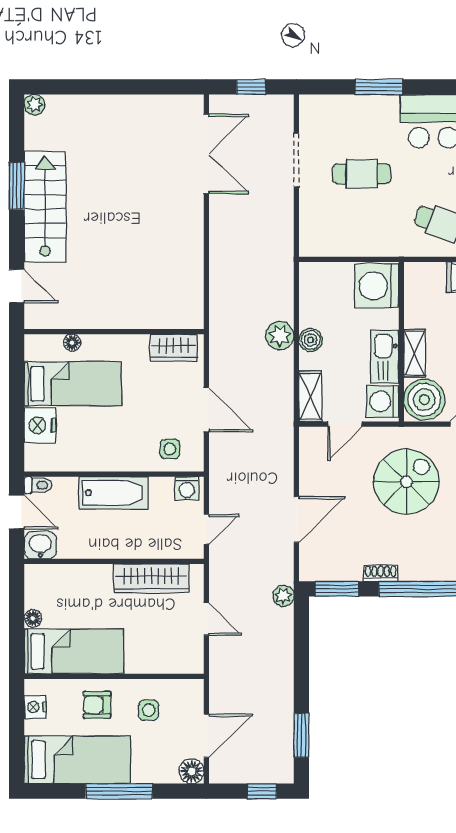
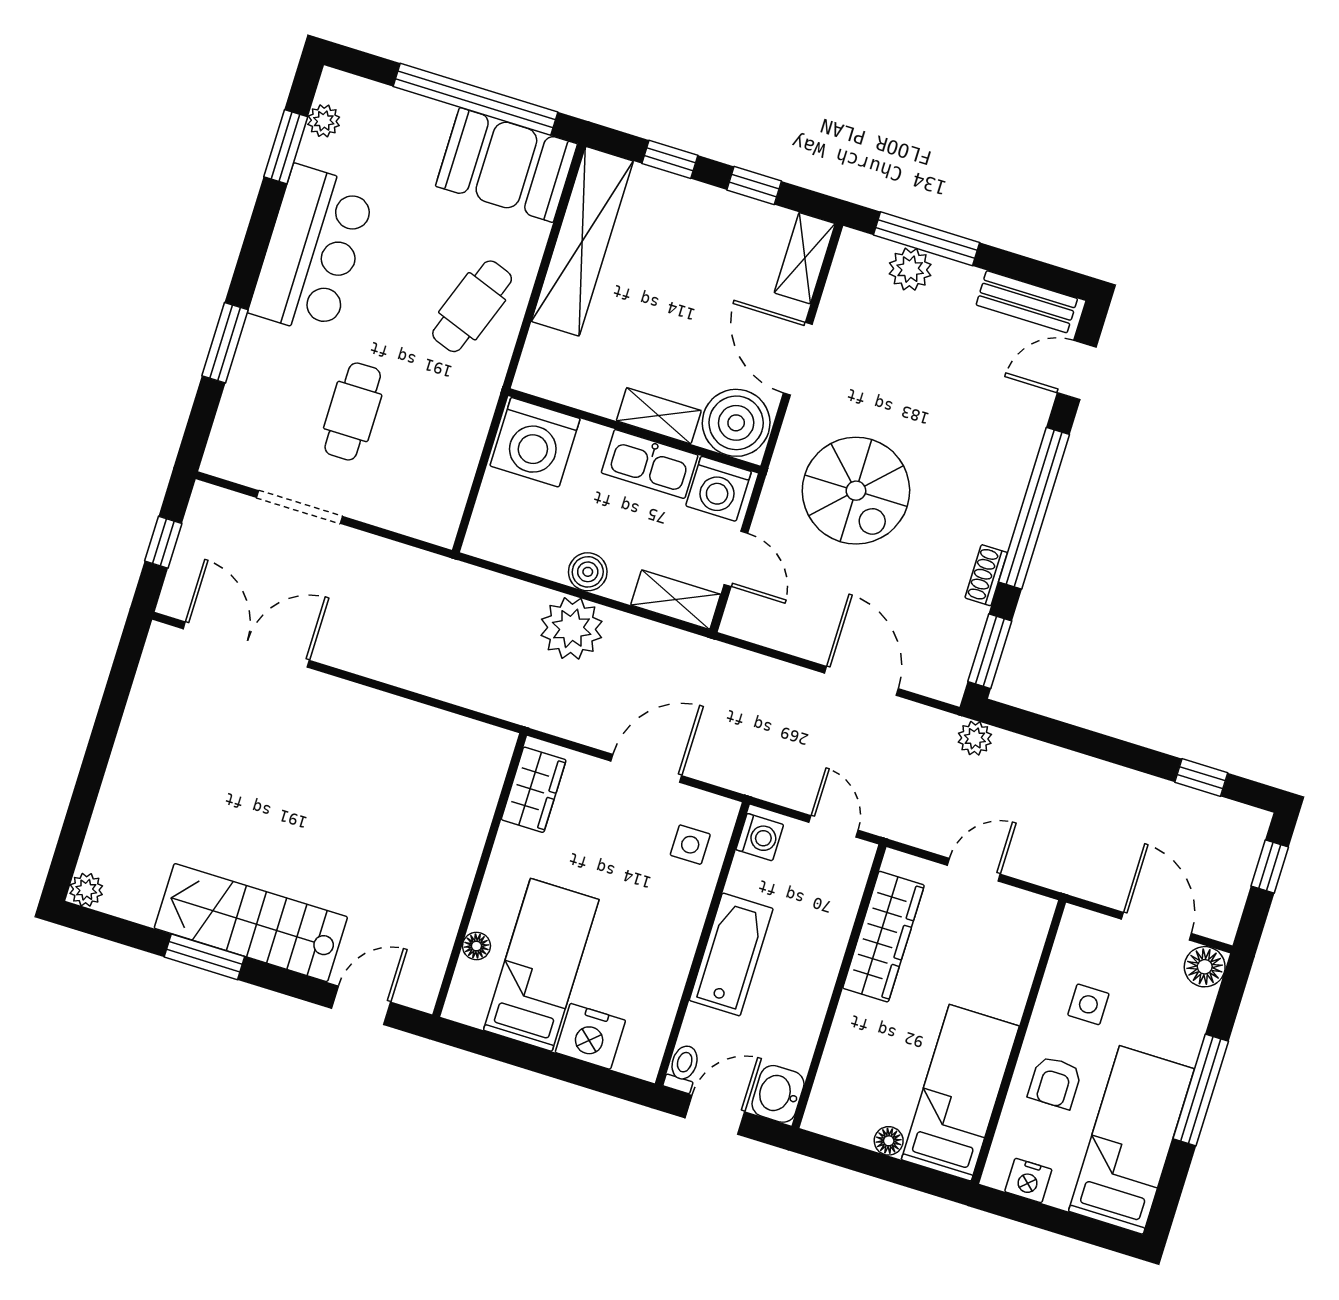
plant: (280, 336) -> (572, 628), width x1.36, depth x1.36
spiral stairs: (406, 482) -> (856, 491), turned 180
window: (301, 735) -> (1201, 778), width x0.67

